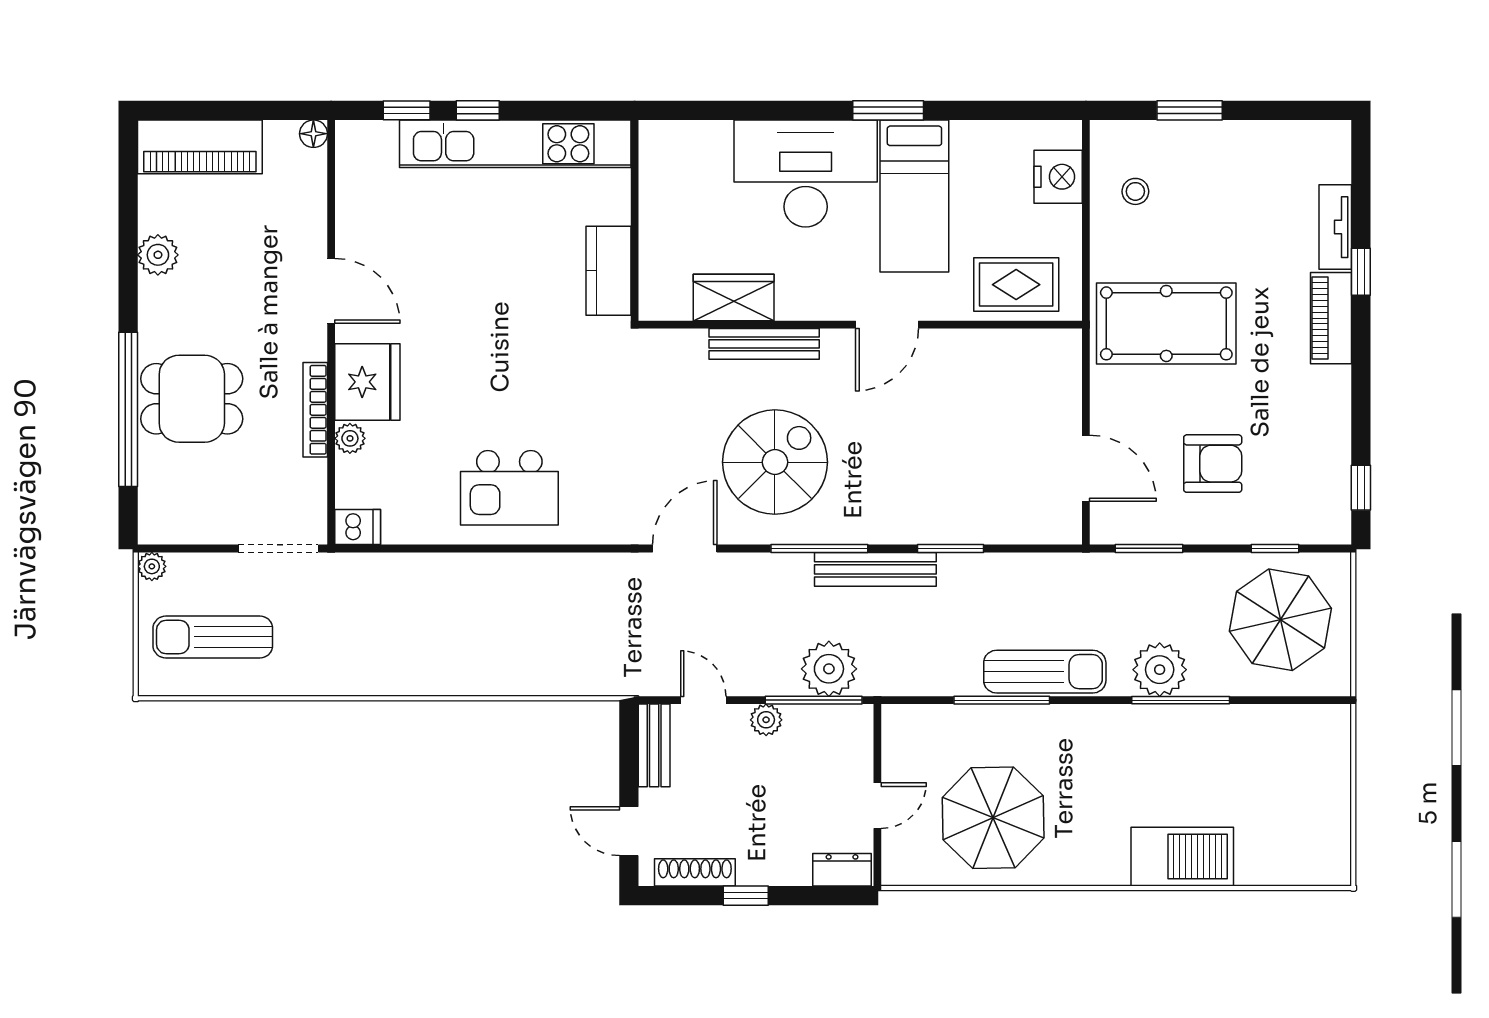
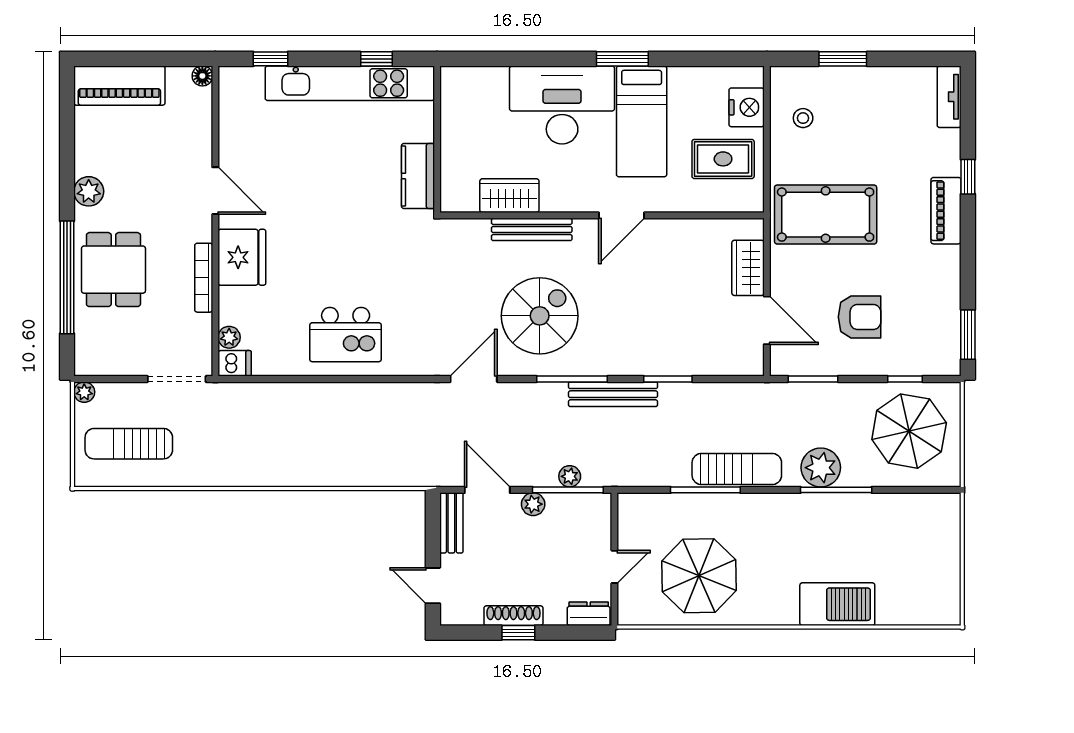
window: (478, 110) -> (376, 59), moved
tv unit: (1335, 227) -> (949, 97), moved
plant: (158, 255) -> (89, 191), moved
rug: (1016, 285) -> (723, 159), moved
wardrobe: (1060, 396) -> (748, 268), added
dining table: (192, 399) -> (113, 270), turned 90
plant: (350, 438) -> (229, 337), moved
window: (1361, 488) -> (968, 335), width x1.50
plant: (829, 669) -> (570, 476), width x0.53, depth x0.53
door: (703, 700) -> (487, 490), width x1.38
shoe rack: (695, 872) -> (513, 616), moved

